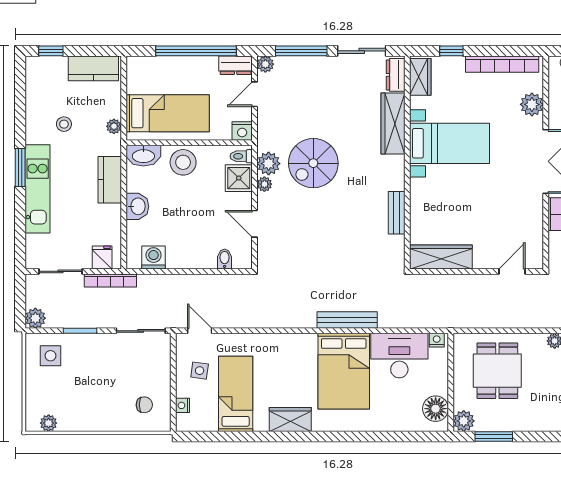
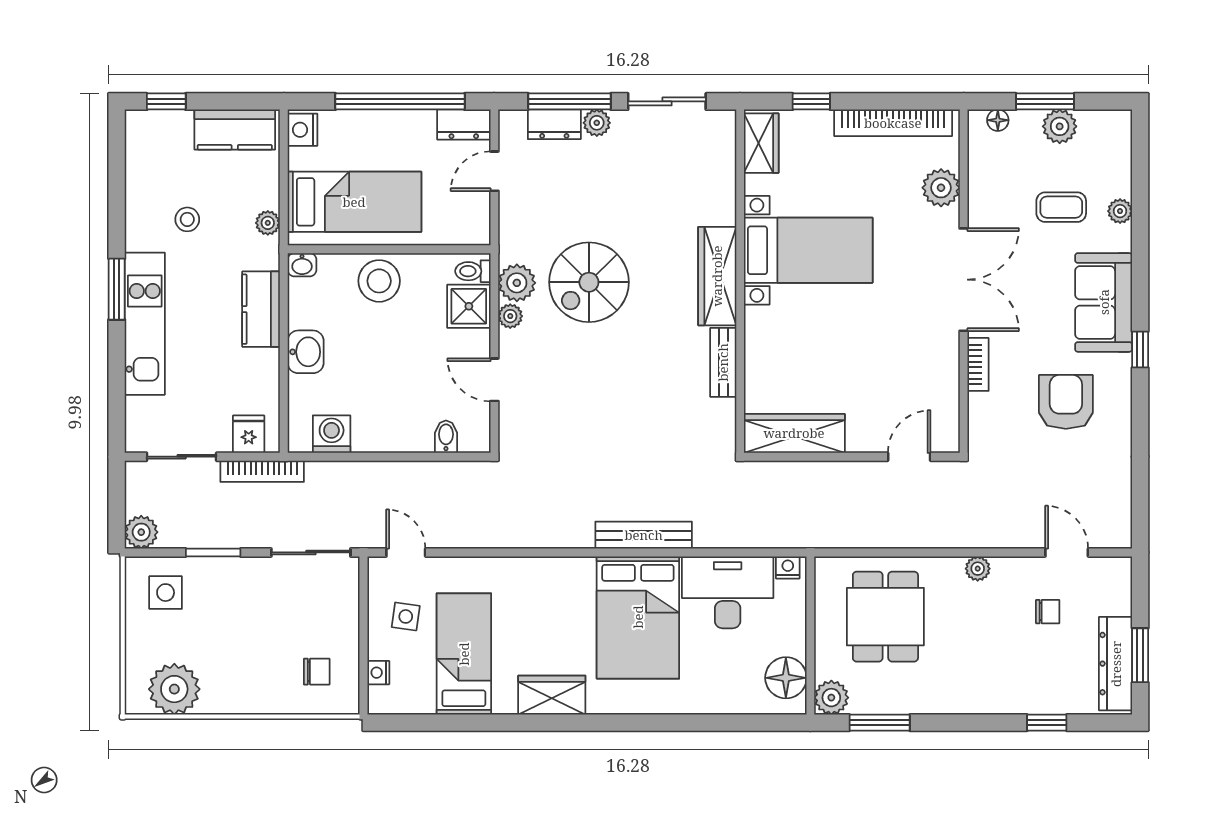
plant: (265, 64) -> (597, 123), moved
dresser: (396, 75) -> (554, 124), moved, turned -90
wardrobe: (393, 124) -> (717, 276), moved
nightstand: (242, 131) -> (302, 130), moved, turned 90
washbasin: (143, 156) -> (302, 265), width x0.52, depth x0.69
plant: (49, 423) -> (174, 689), width x1.87, depth x1.87

